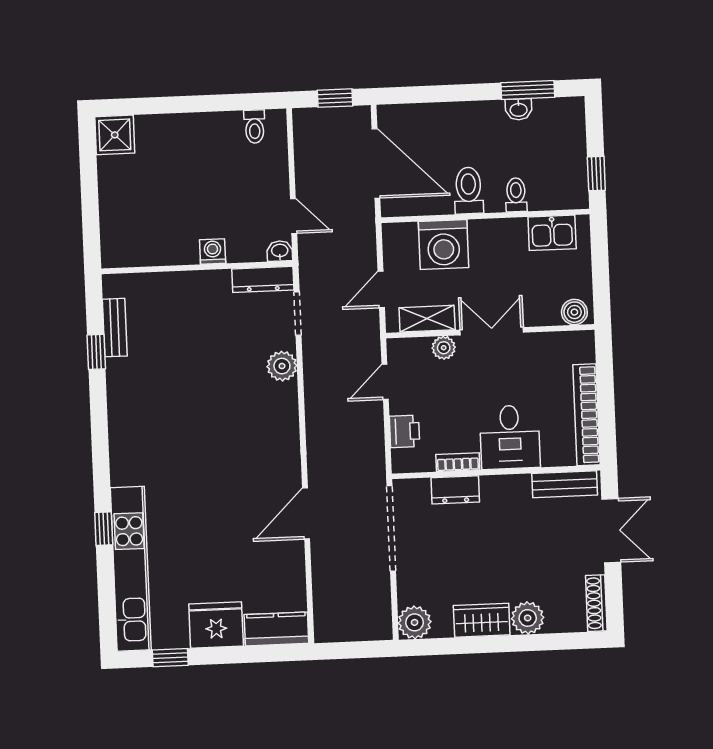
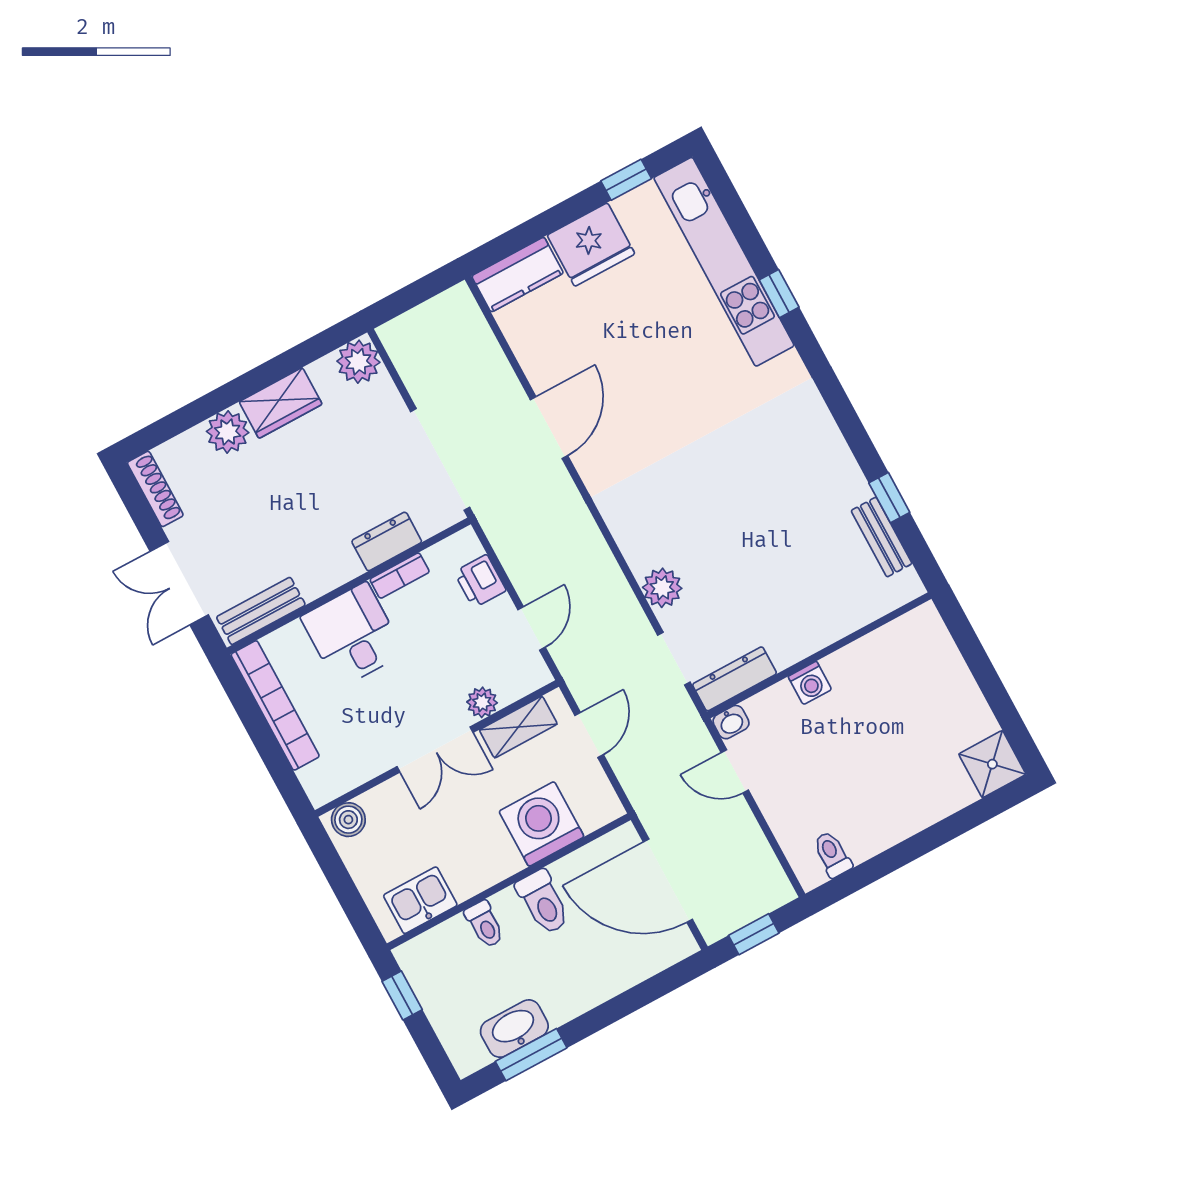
washbasin: (519, 109) -> (514, 1029), width x1.91, depth x1.45

